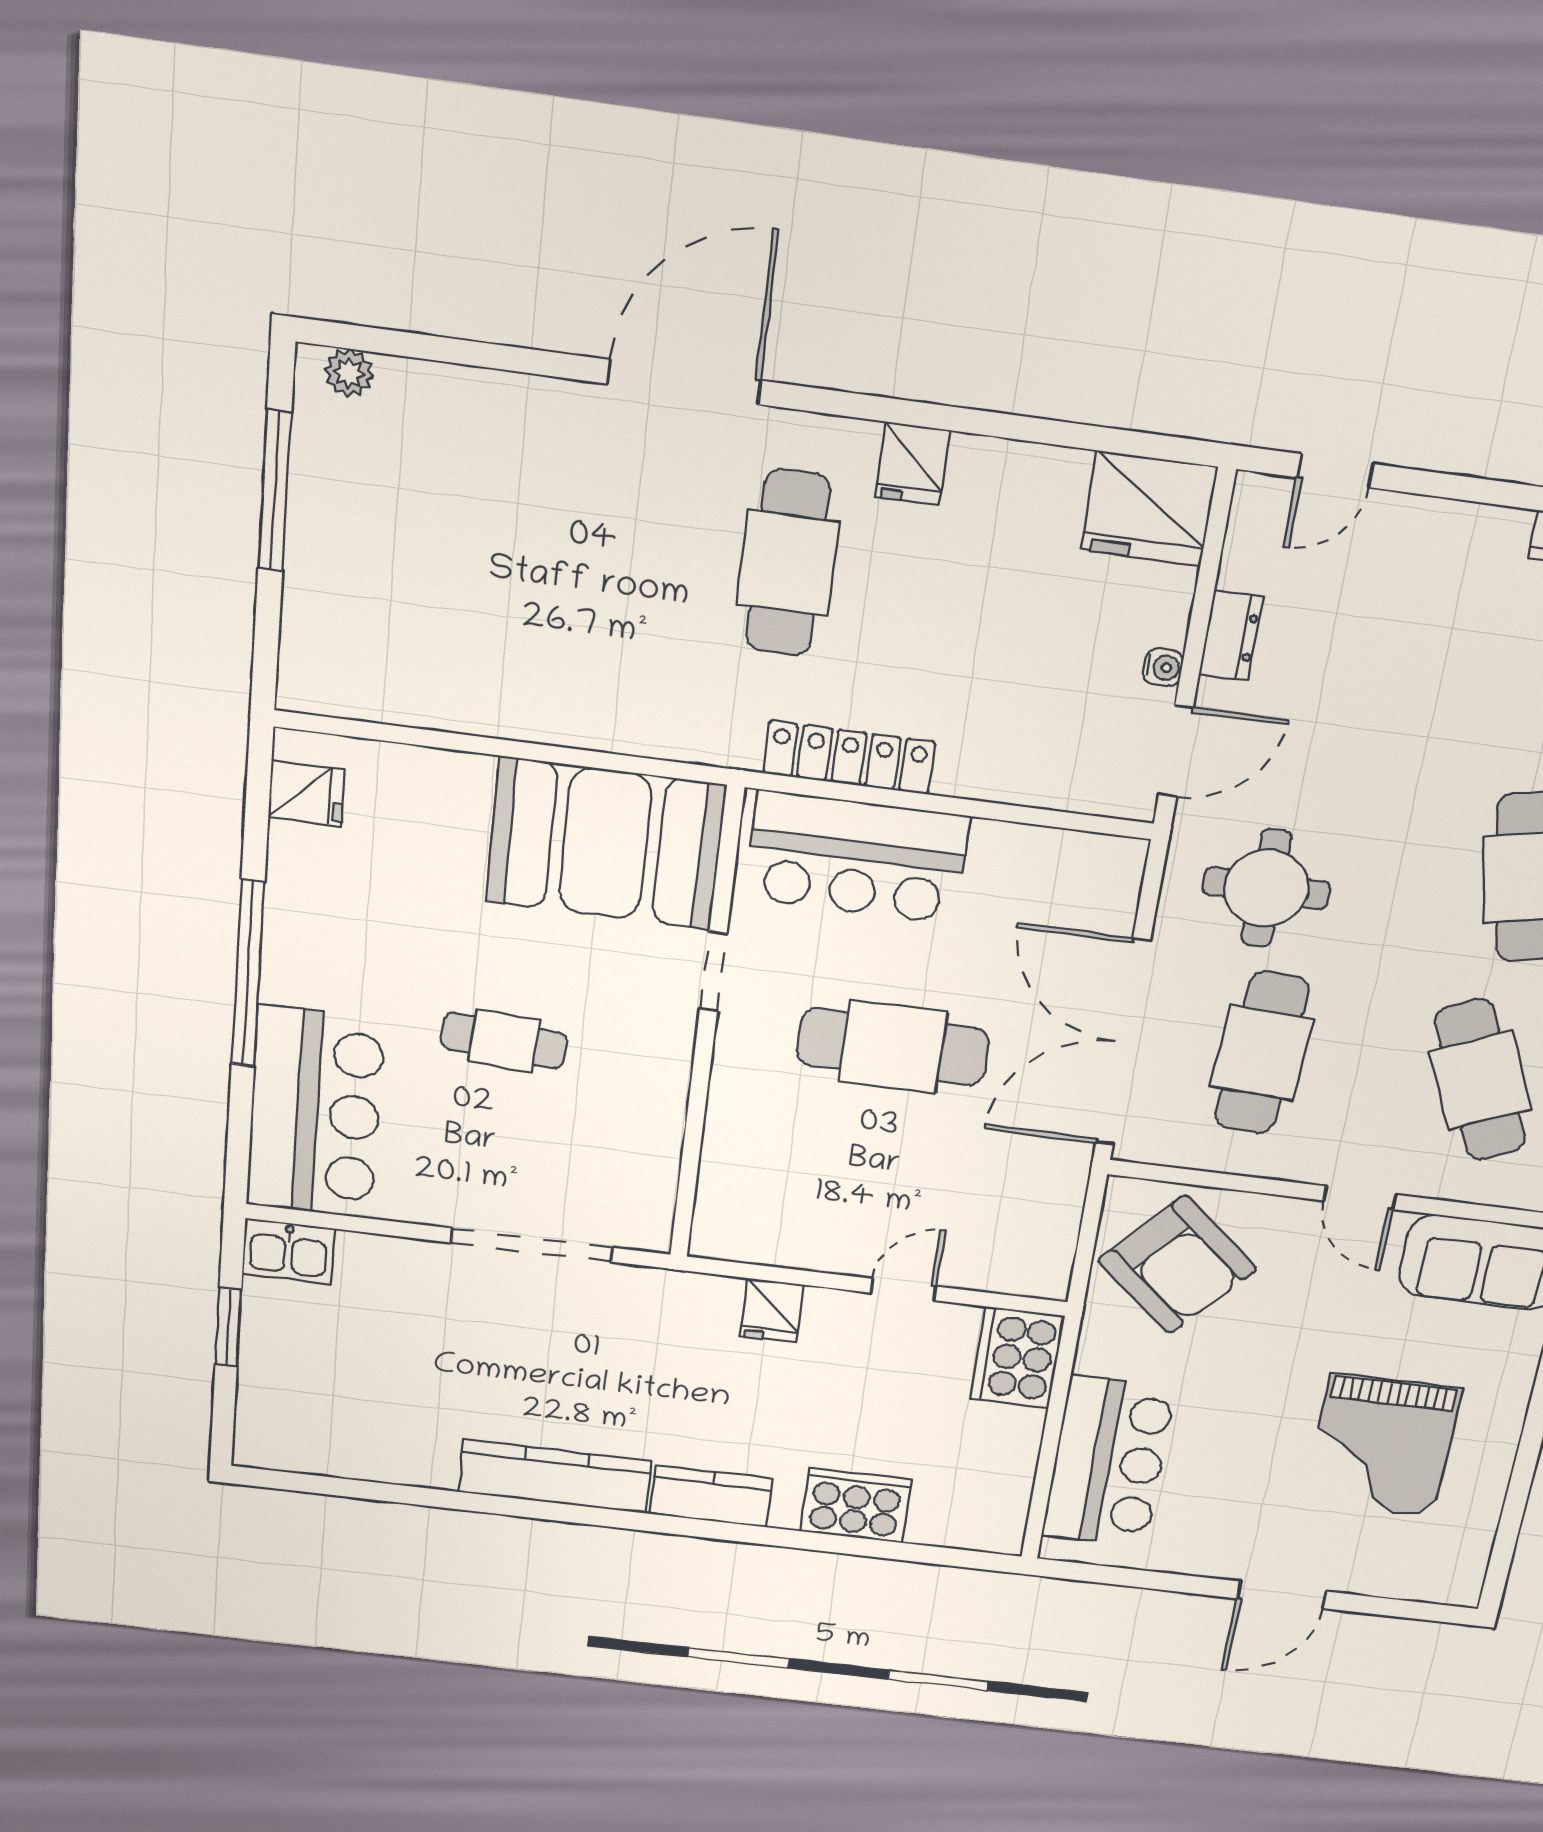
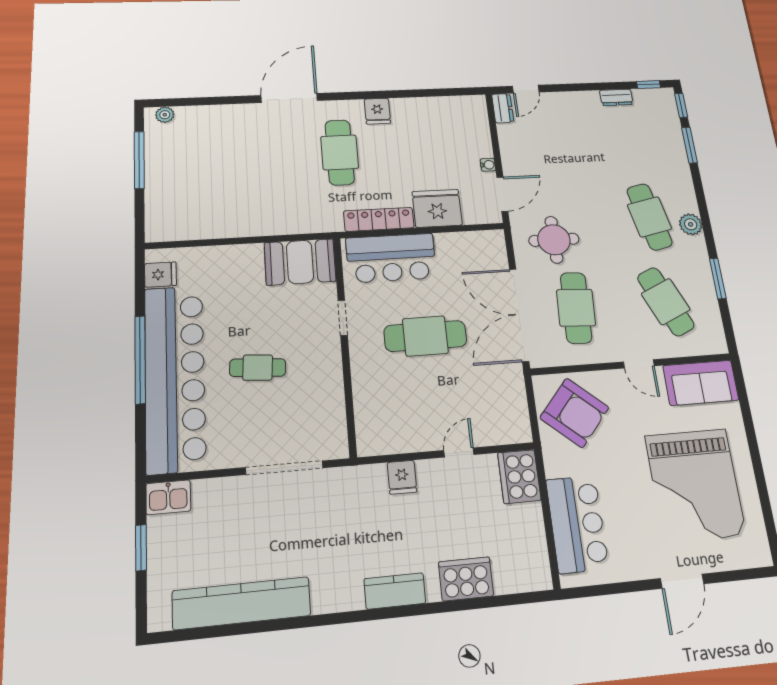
fridge: (1149, 508) -> (437, 208), moved, turned 180
dresser: (1231, 636) -> (503, 108), moved
booth: (605, 843) -> (300, 262), width x0.73, depth x0.70
bar counter: (315, 1113) -> (175, 377), width x1.86
grand piano: (1382, 1446) -> (695, 485), width x1.37, depth x1.48
kitchen counter: (555, 1476) -> (242, 603), moved, width x1.39, depth x1.17

